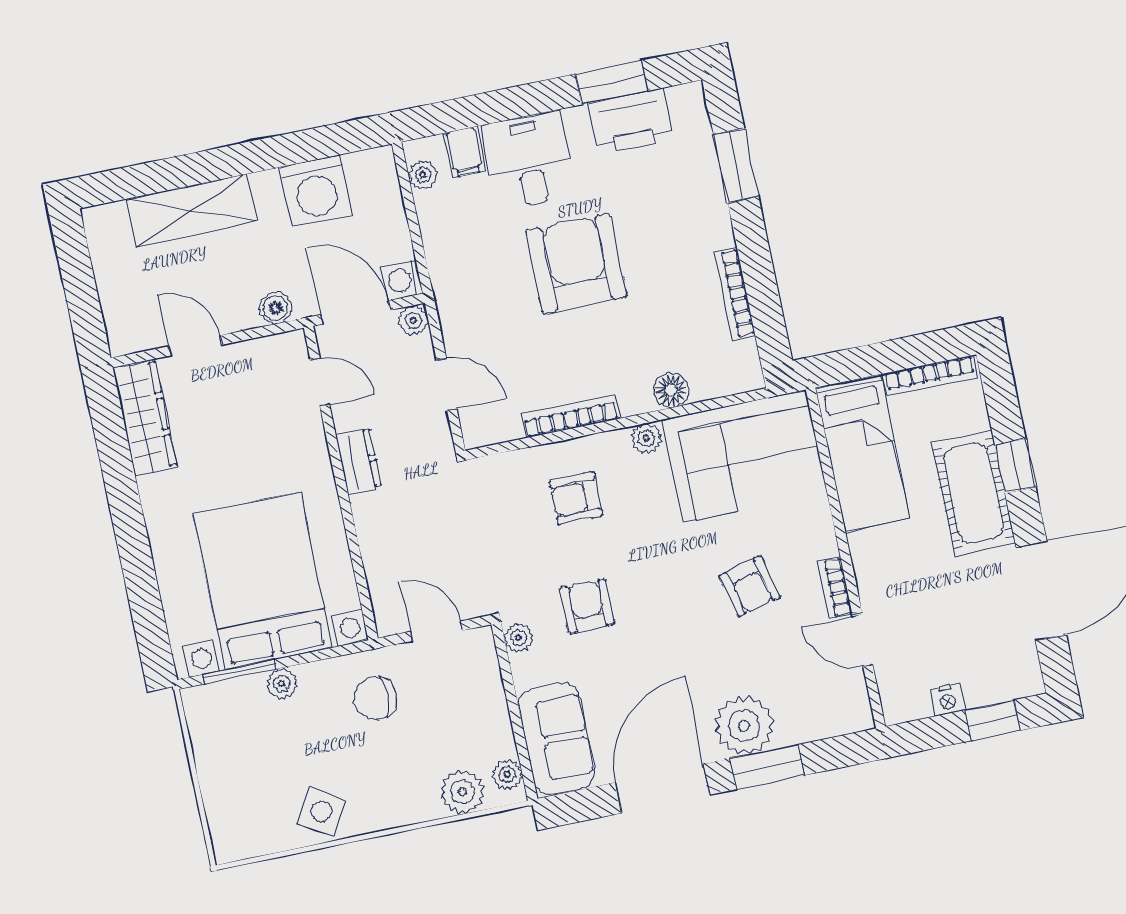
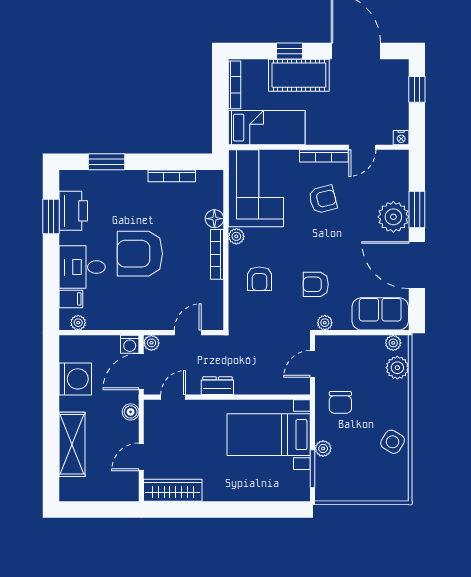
bookcase: (571, 416) -> (217, 254), moved
bed with nightstands: (263, 581) -> (269, 435), width x0.73
bookcase: (835, 588) -> (324, 156), width x1.56
nightstand: (947, 700) -> (401, 138), moved, turned 90

